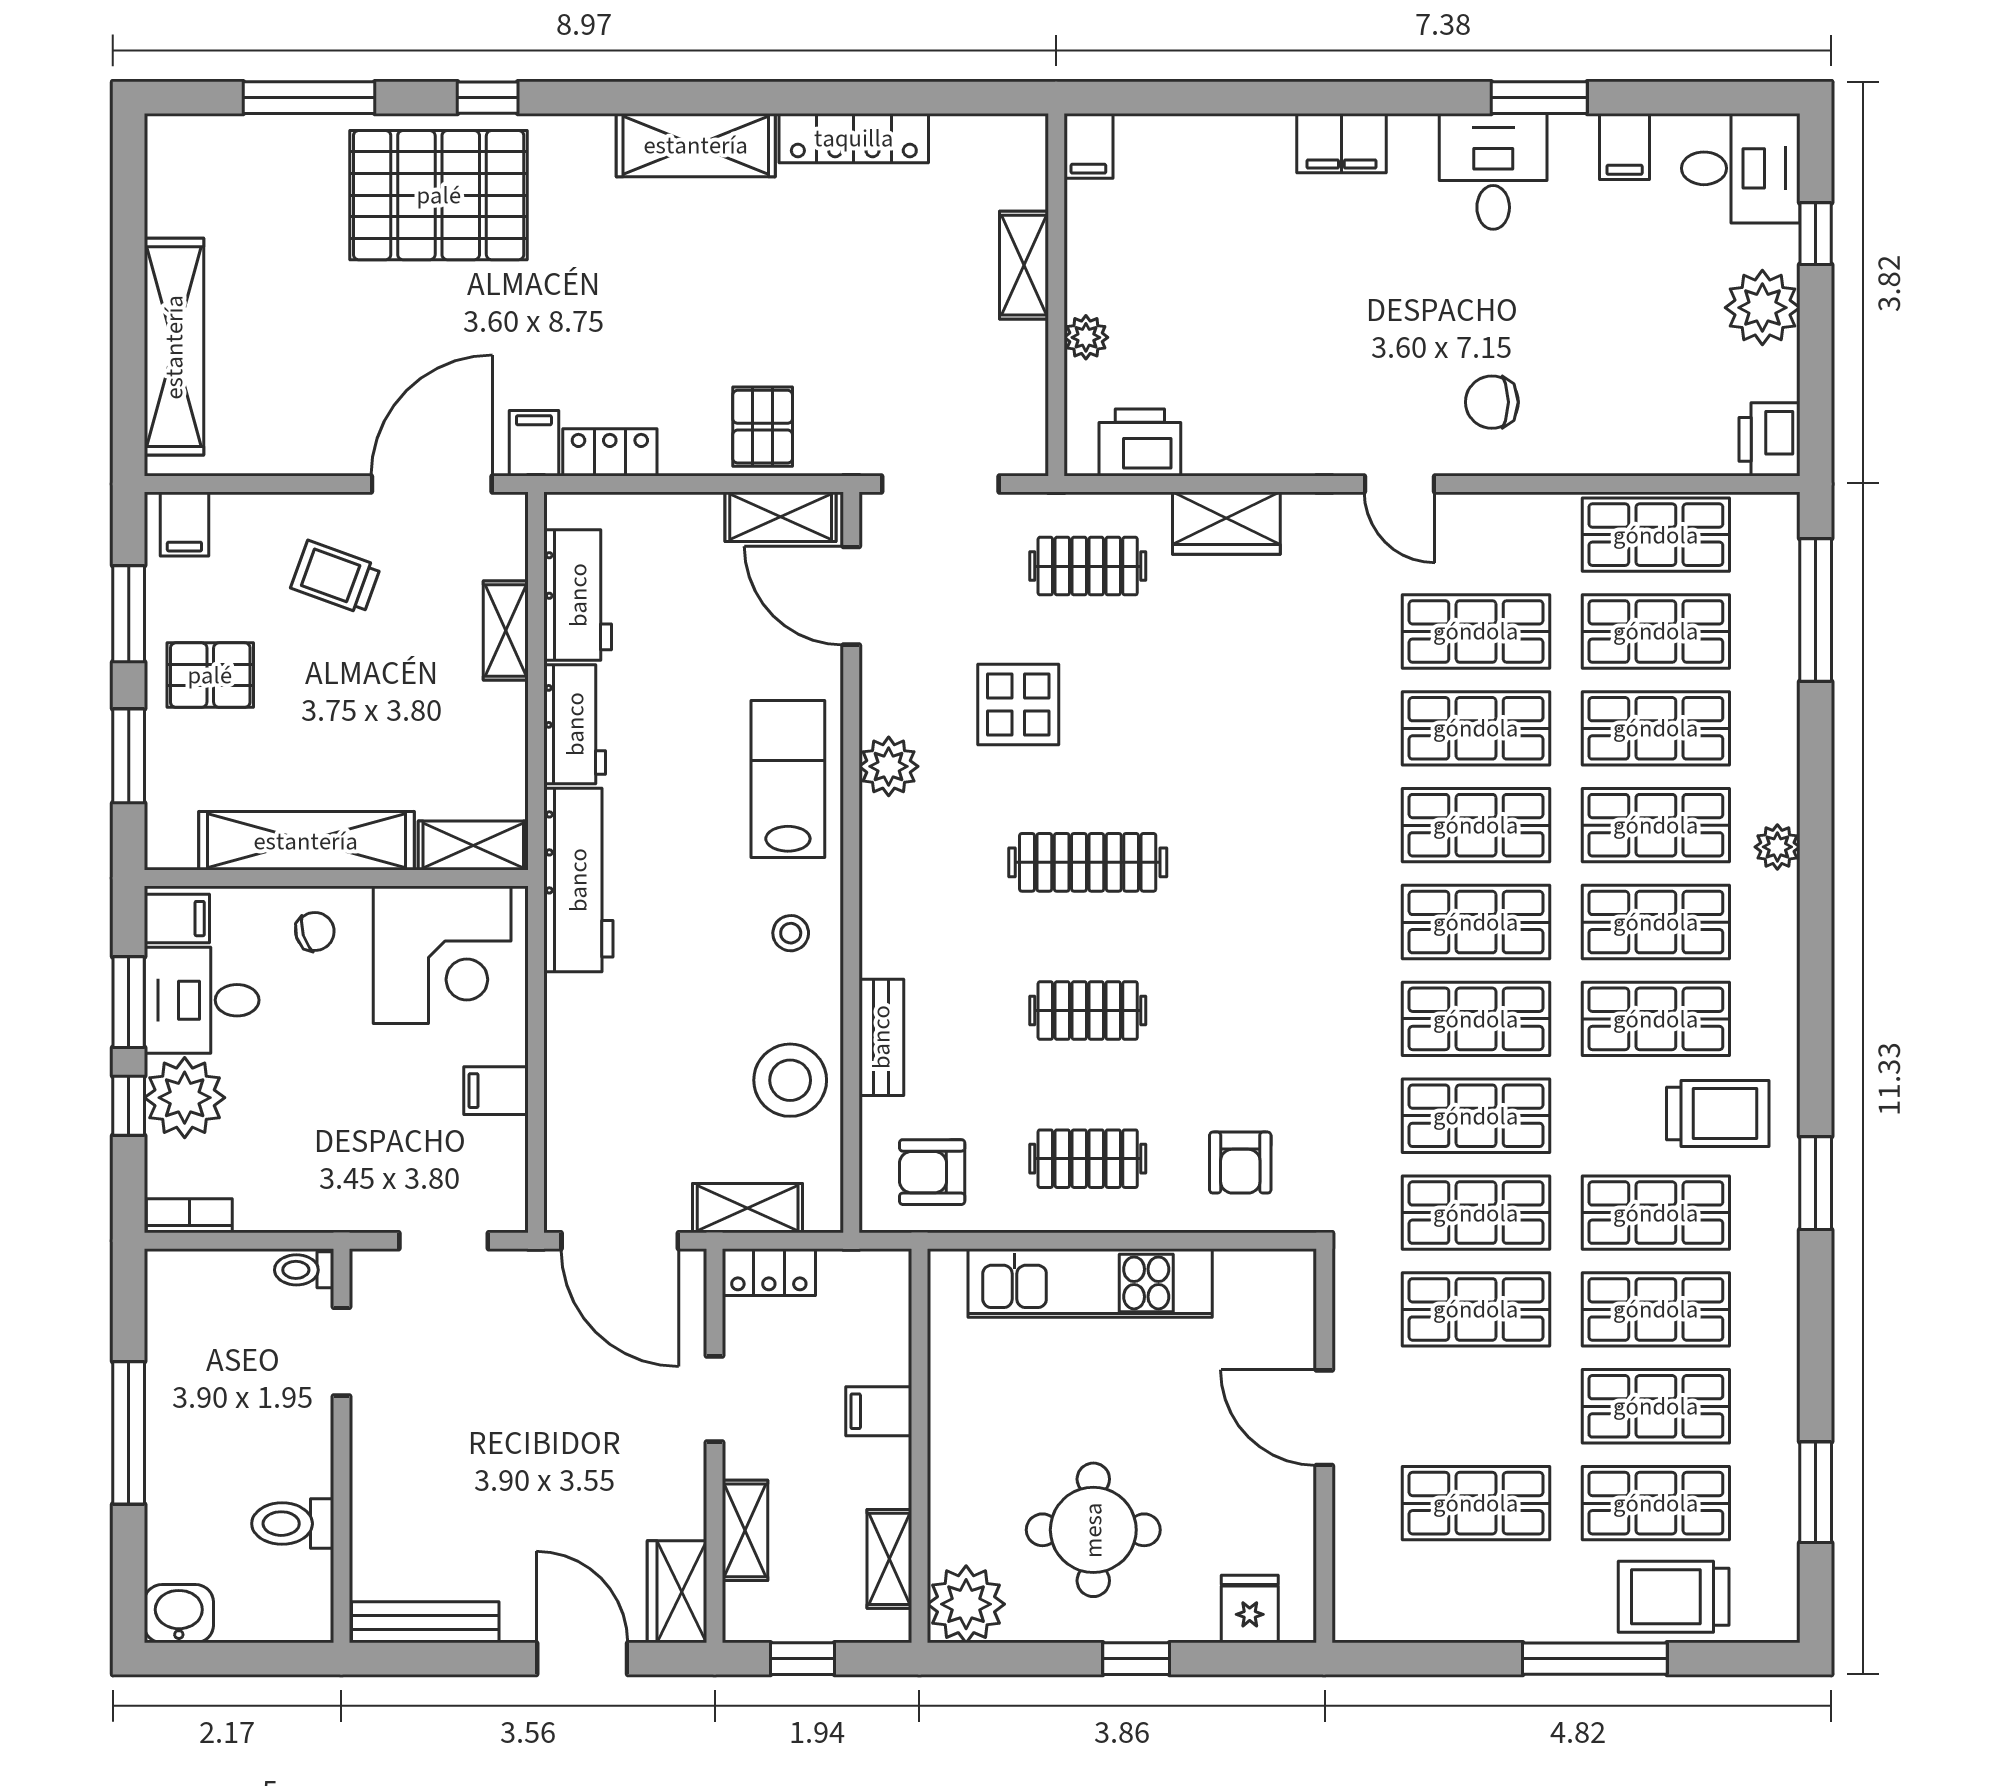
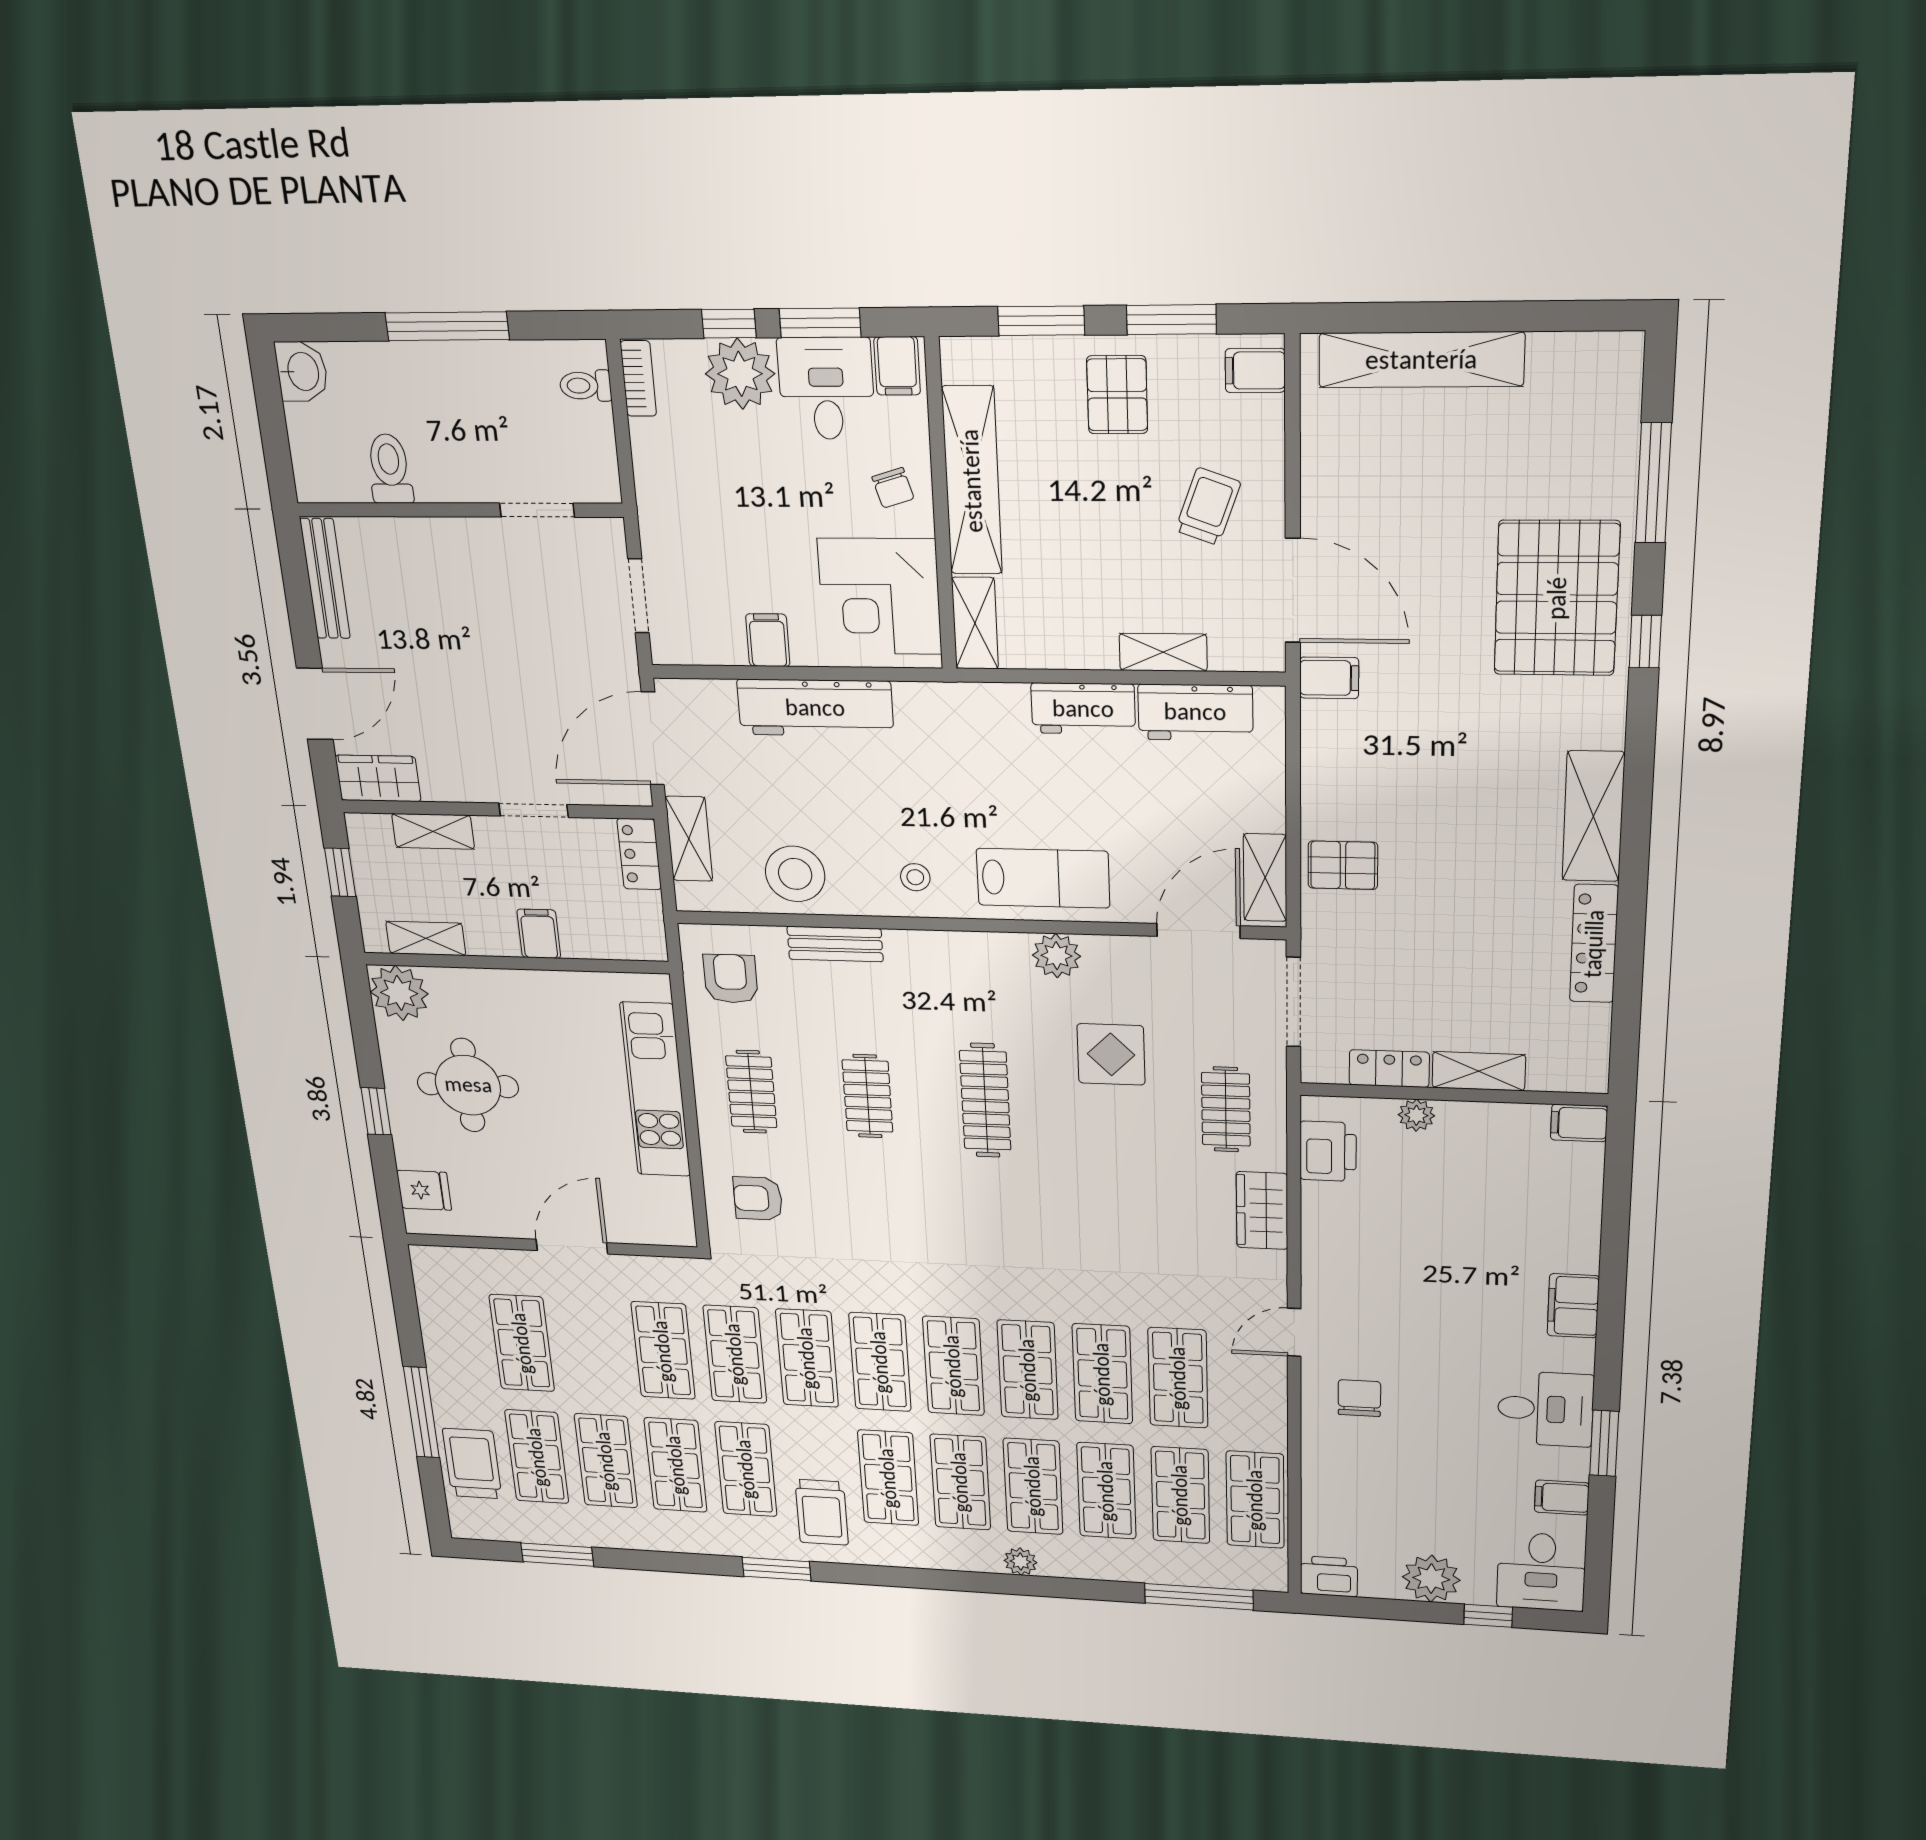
locker: (610, 452) -> (1389, 1069), moved, turned -90
workbench: (578, 880) -> (815, 708), moved
toilet: (304, 1270) -> (586, 386), moved, turned -90

